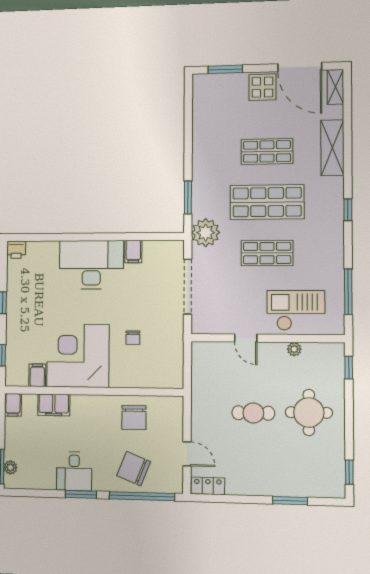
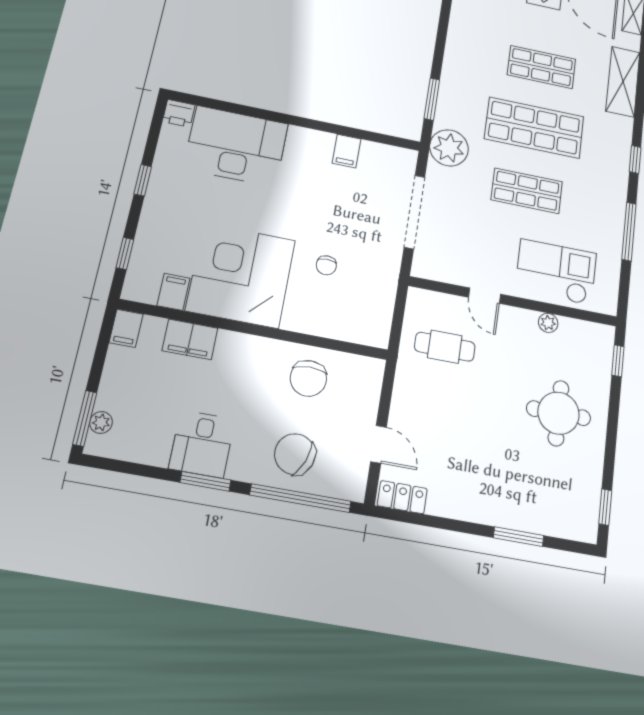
desk: (91, 265) -> (236, 146), moved
window: (348, 292) -> (629, 231), moved
cafe table: (253, 413) -> (445, 347), moved

